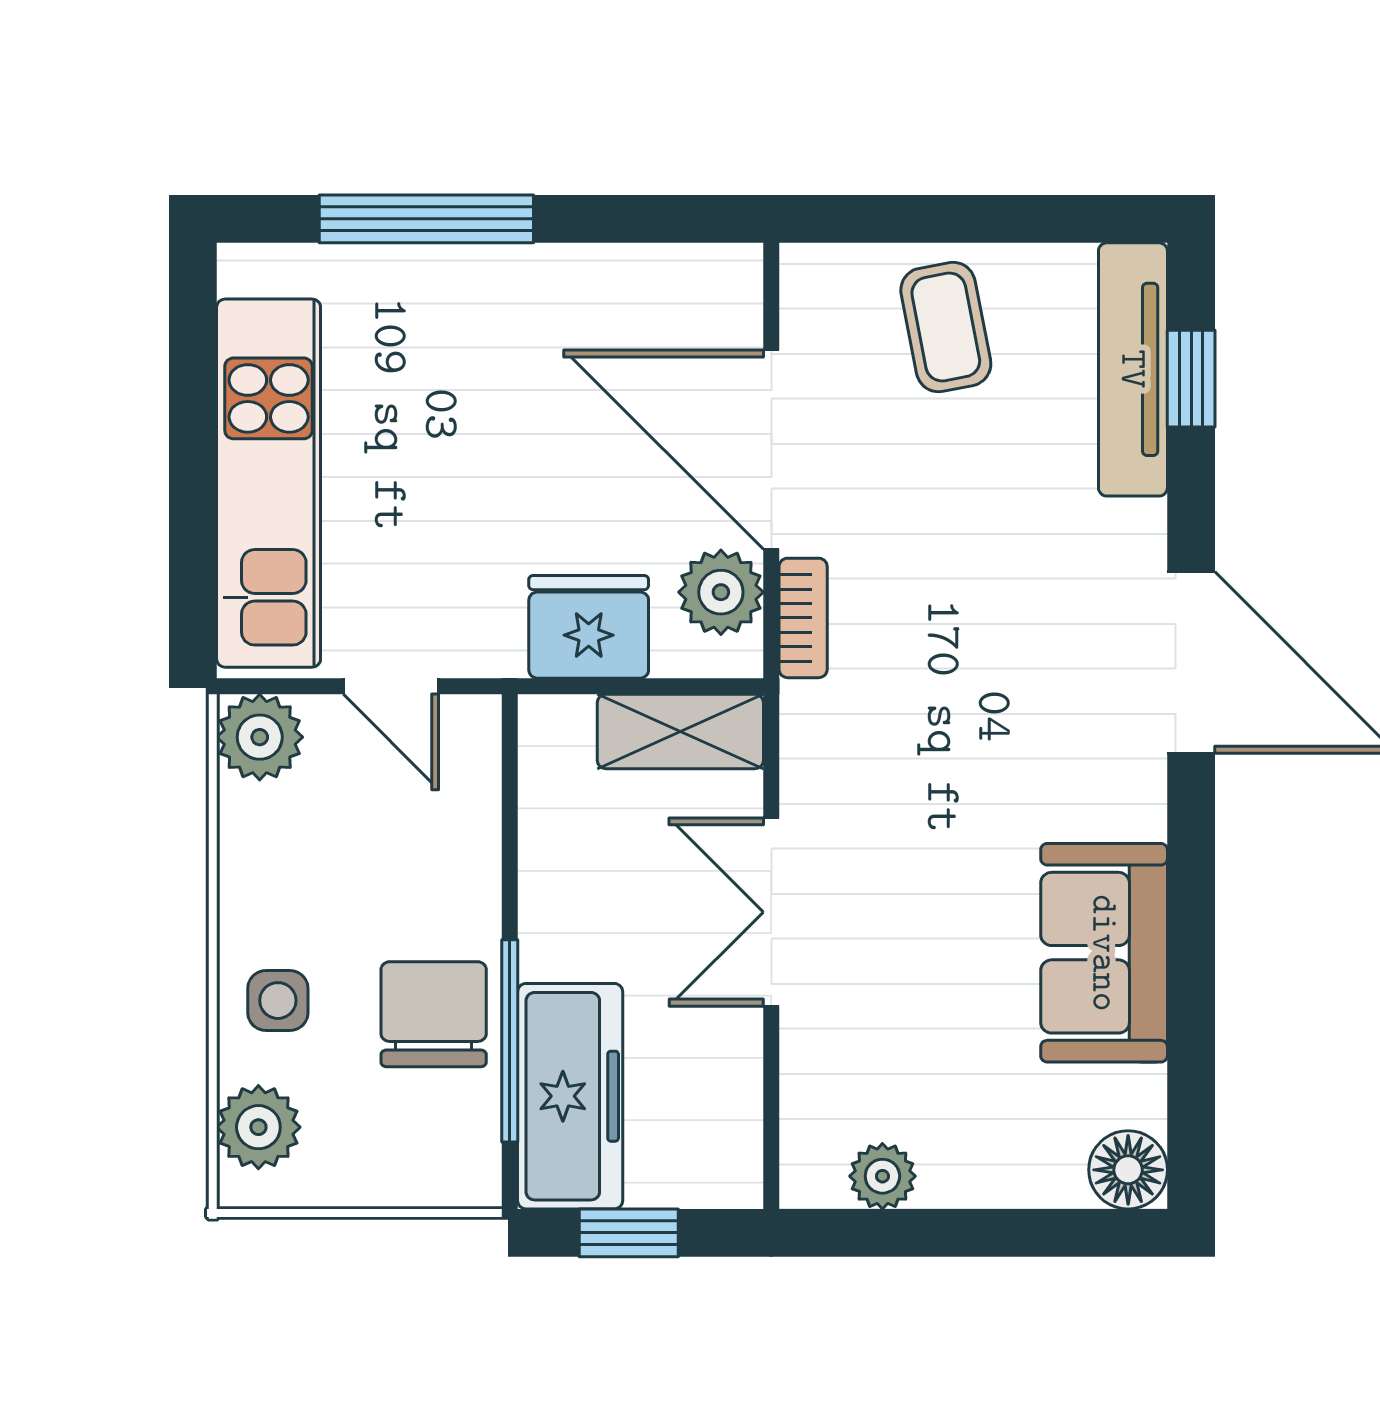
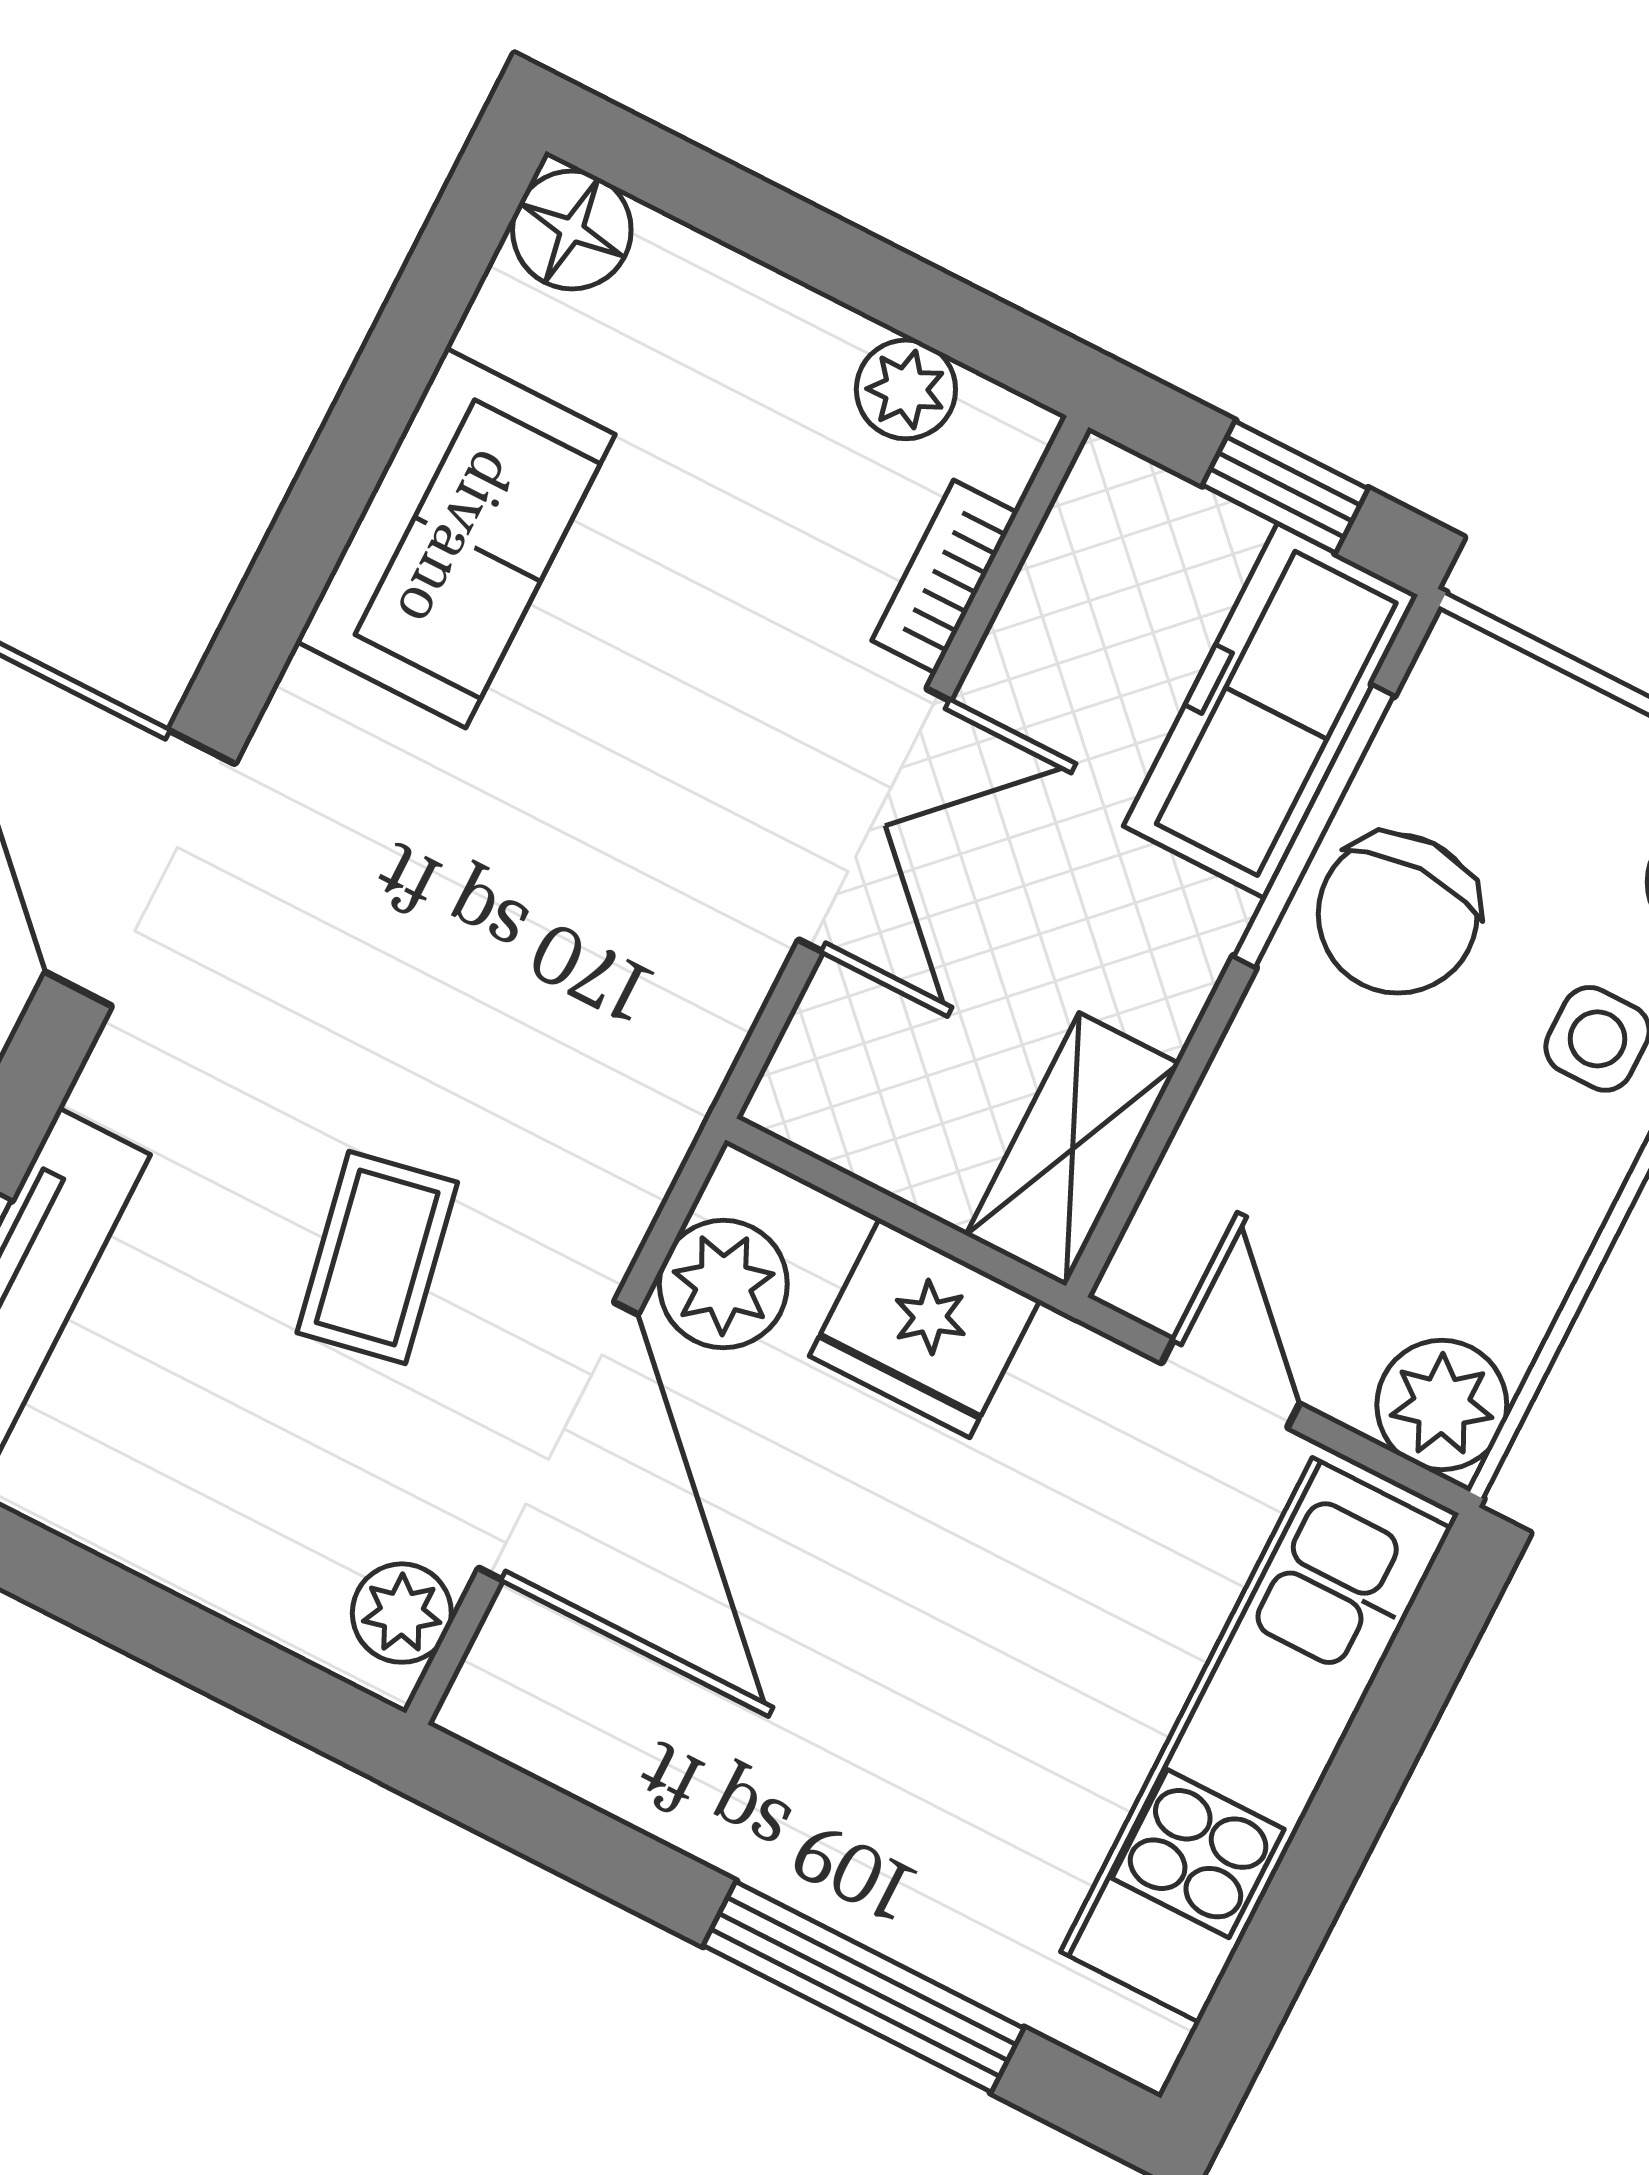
plant: (812, 301) -> (402, 1613), added
coffee table: (946, 327) -> (377, 1257), moved
bookcase: (803, 618) -> (945, 577), moved
shelving: (680, 731) -> (1073, 1149), moved, turned 90

